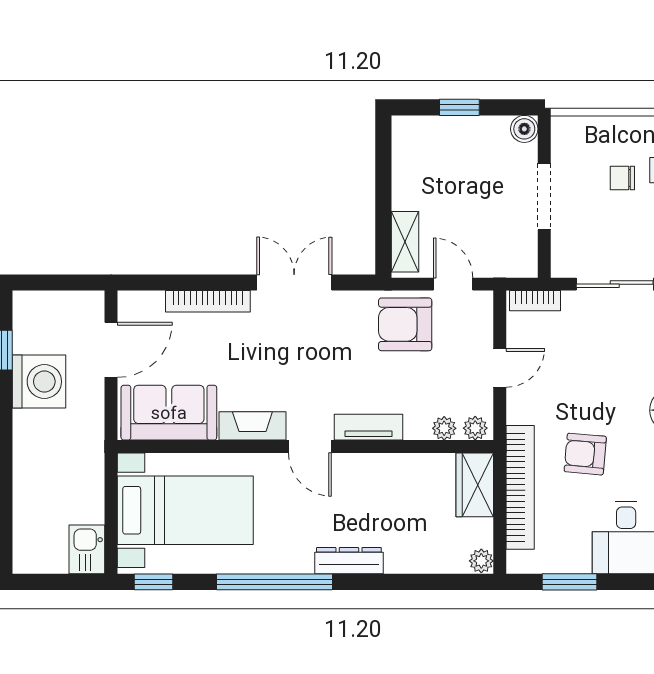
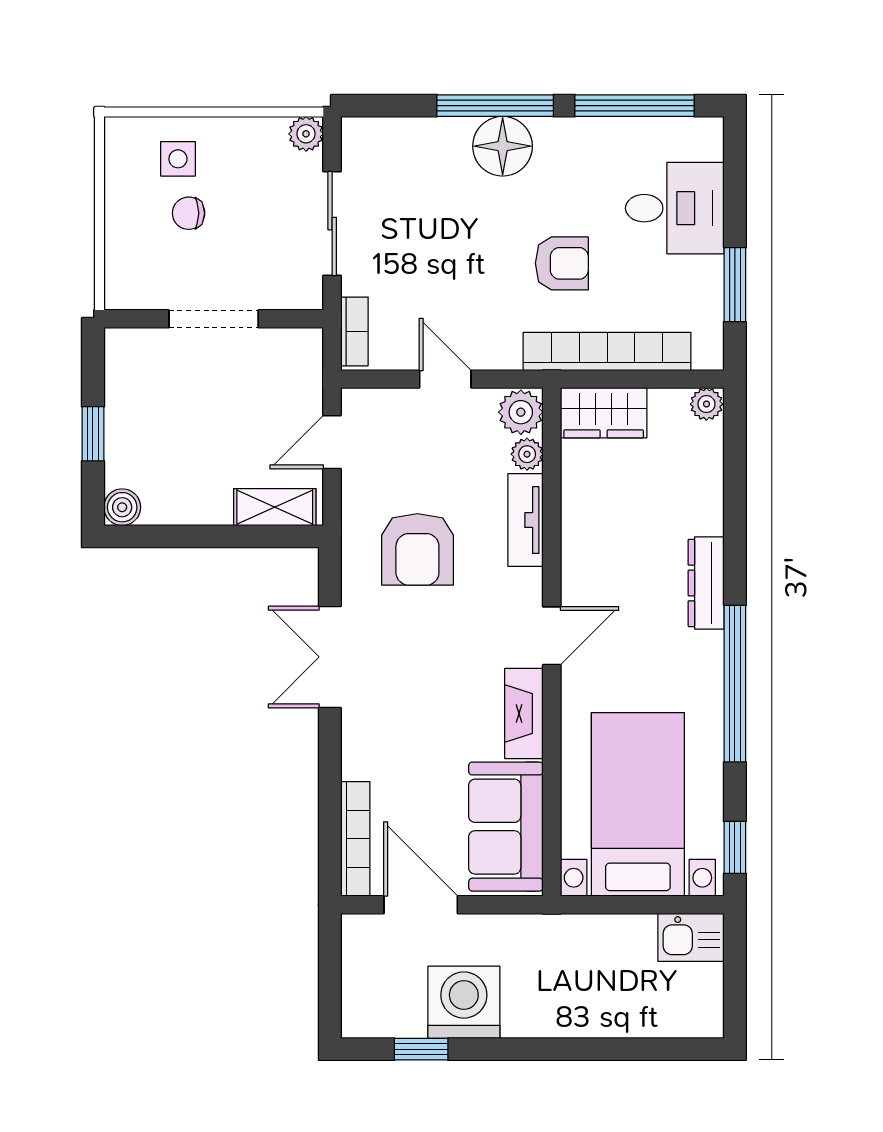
boiler: (524, 129) -> (122, 507), moved
chair: (622, 178) -> (189, 213), turned 90
bookcase: (208, 301) -> (355, 839), moved
armchair: (405, 324) -> (417, 549), moved
tv unit: (368, 427) -> (526, 520), moved
plant: (475, 428) -> (521, 412), width x1.38, depth x1.38
armchair: (585, 454) -> (562, 263), turned -95

